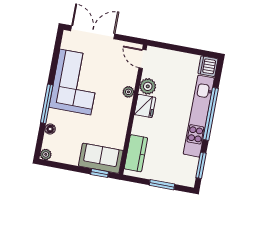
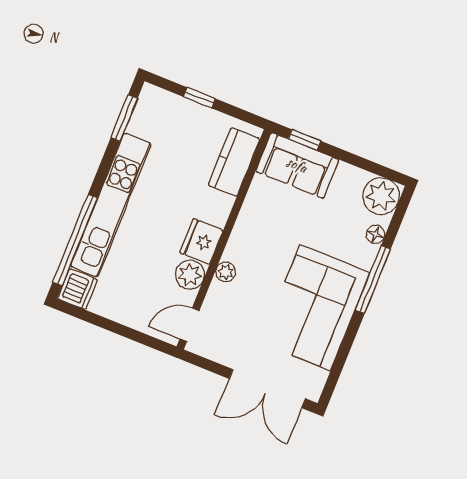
door: (142, 59) -> (190, 325), swing flipped
window: (211, 114) -> (75, 240), moved
plant: (46, 154) -> (381, 196), width x1.88, depth x1.88
window: (162, 185) -> (199, 98), width x0.67

